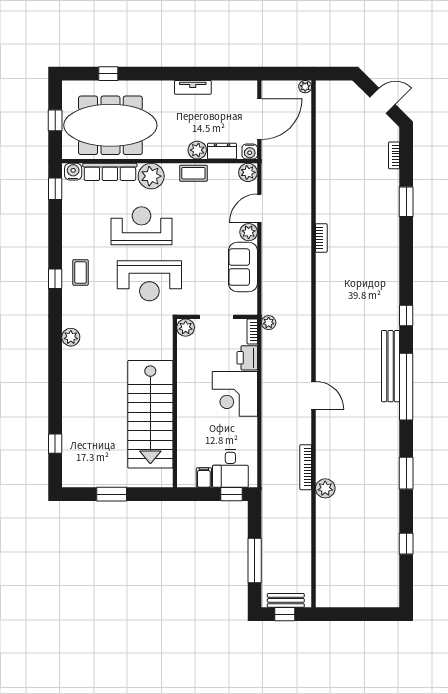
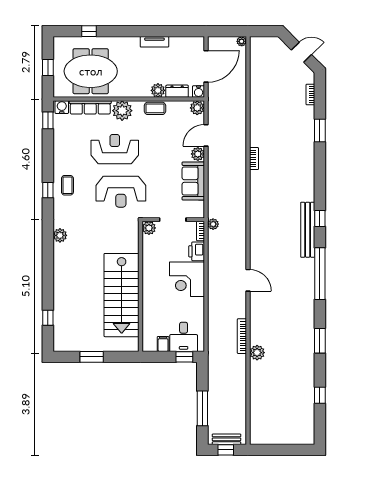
meeting table: (110, 125) -> (91, 71), width x0.73
bench: (391, 366) -> (308, 230), moved

